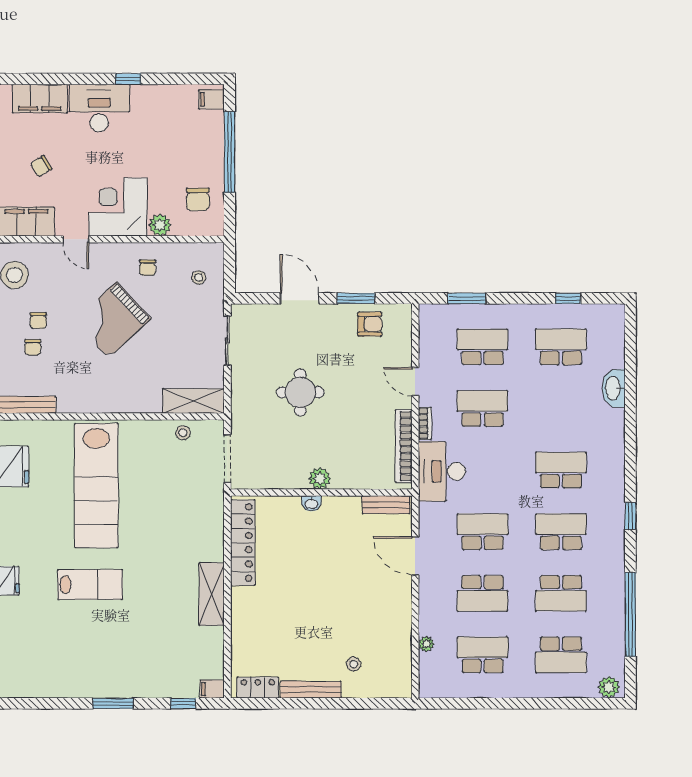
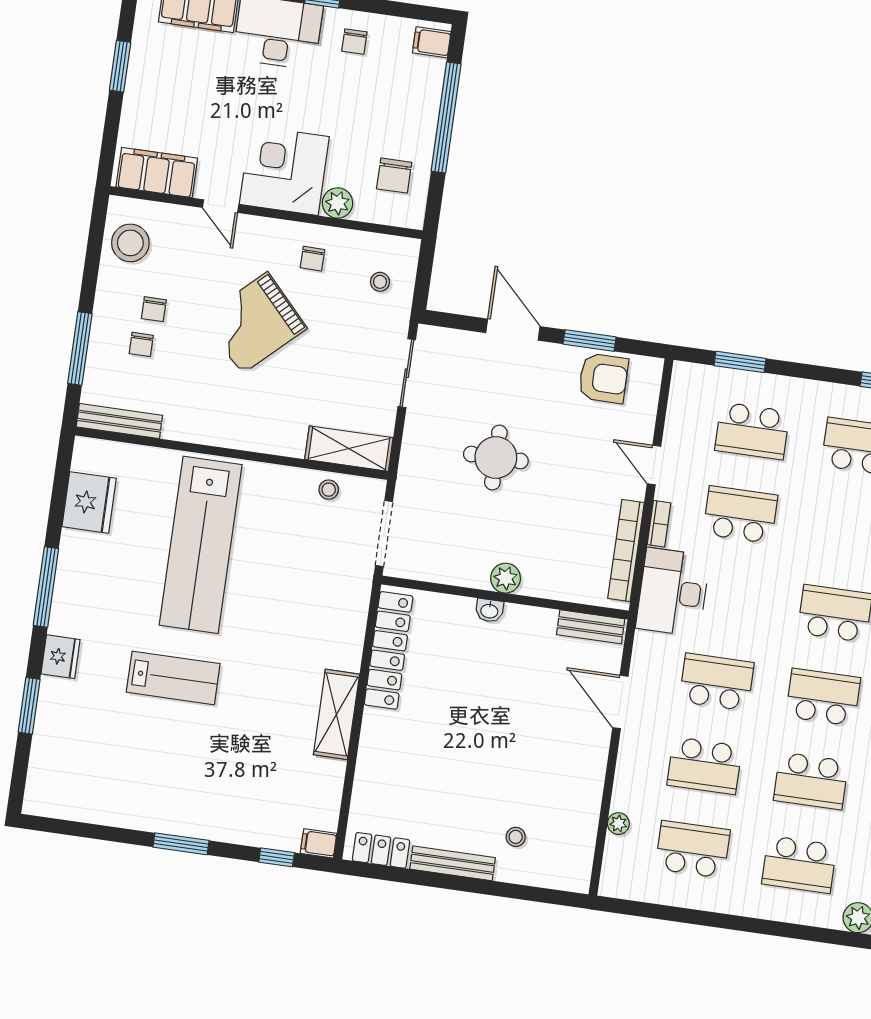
chair: (41, 166) -> (354, 42), moved, turned -59
armchair: (370, 324) -> (603, 378), width x1.38, depth x1.38
school desk: (483, 347) -> (752, 431), turned 180

